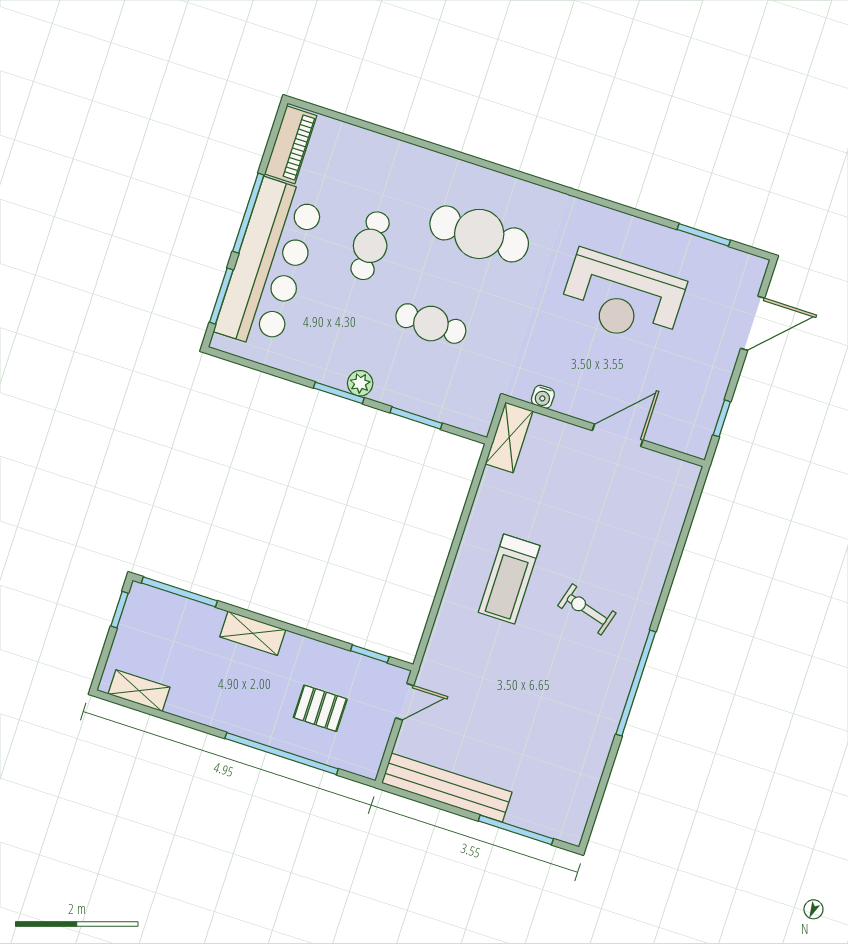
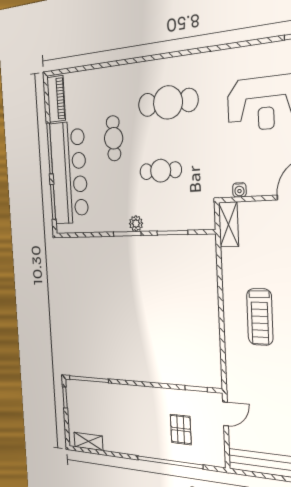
shelving: (253, 633) -> (131, 393), removed
pallet: (320, 708) -> (181, 429), turned 90

